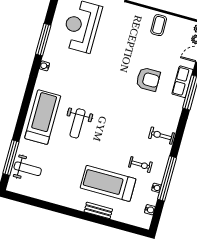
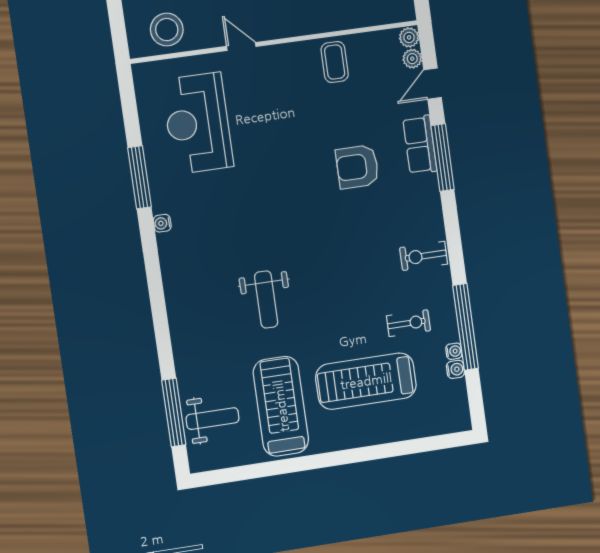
armchair: (148, 79) -> (357, 167), turned 180
treadmill: (43, 117) -> (281, 406), moved
bench: (98, 210) -> (369, 436), removed
water cooler: (150, 210) -> (455, 369), moved

